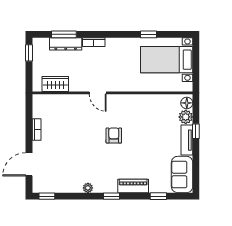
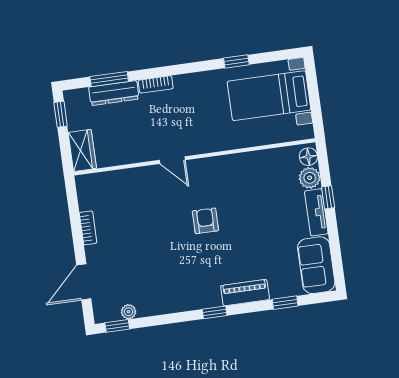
wardrobe: (55, 84) -> (82, 150), moved, turned 90
plant: (88, 188) -> (129, 312), moved

